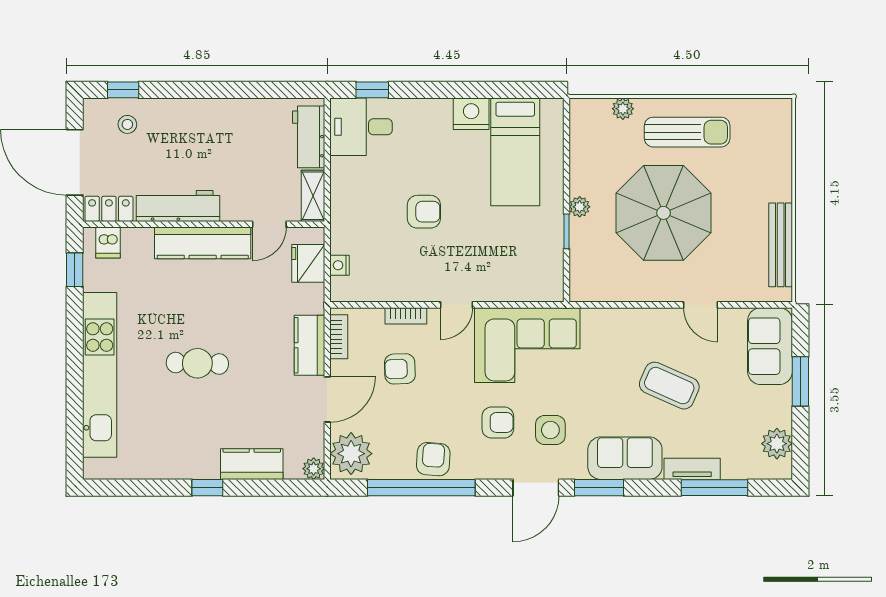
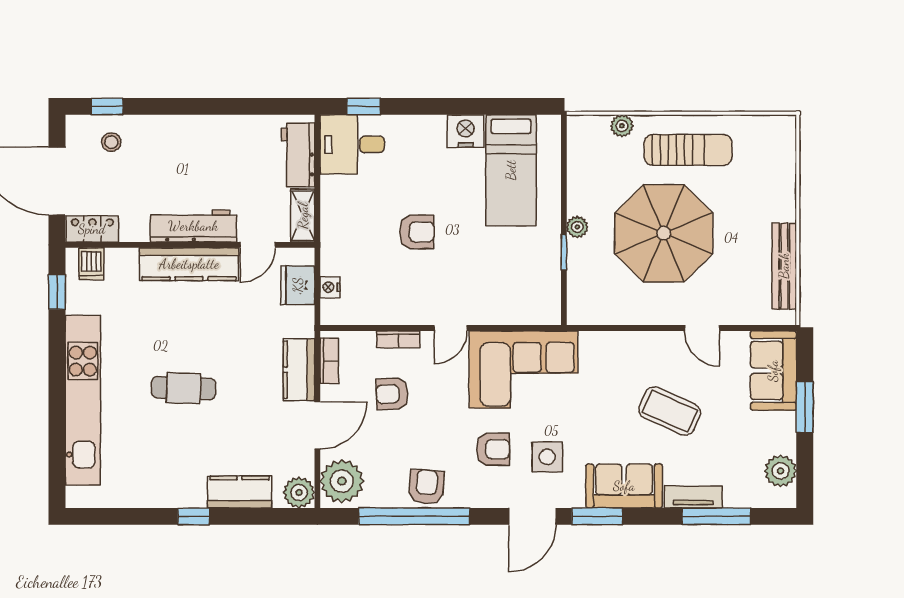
workbench: (178, 206) -> (193, 226), moved
plant: (314, 469) -> (299, 492), width x1.38, depth x1.38

